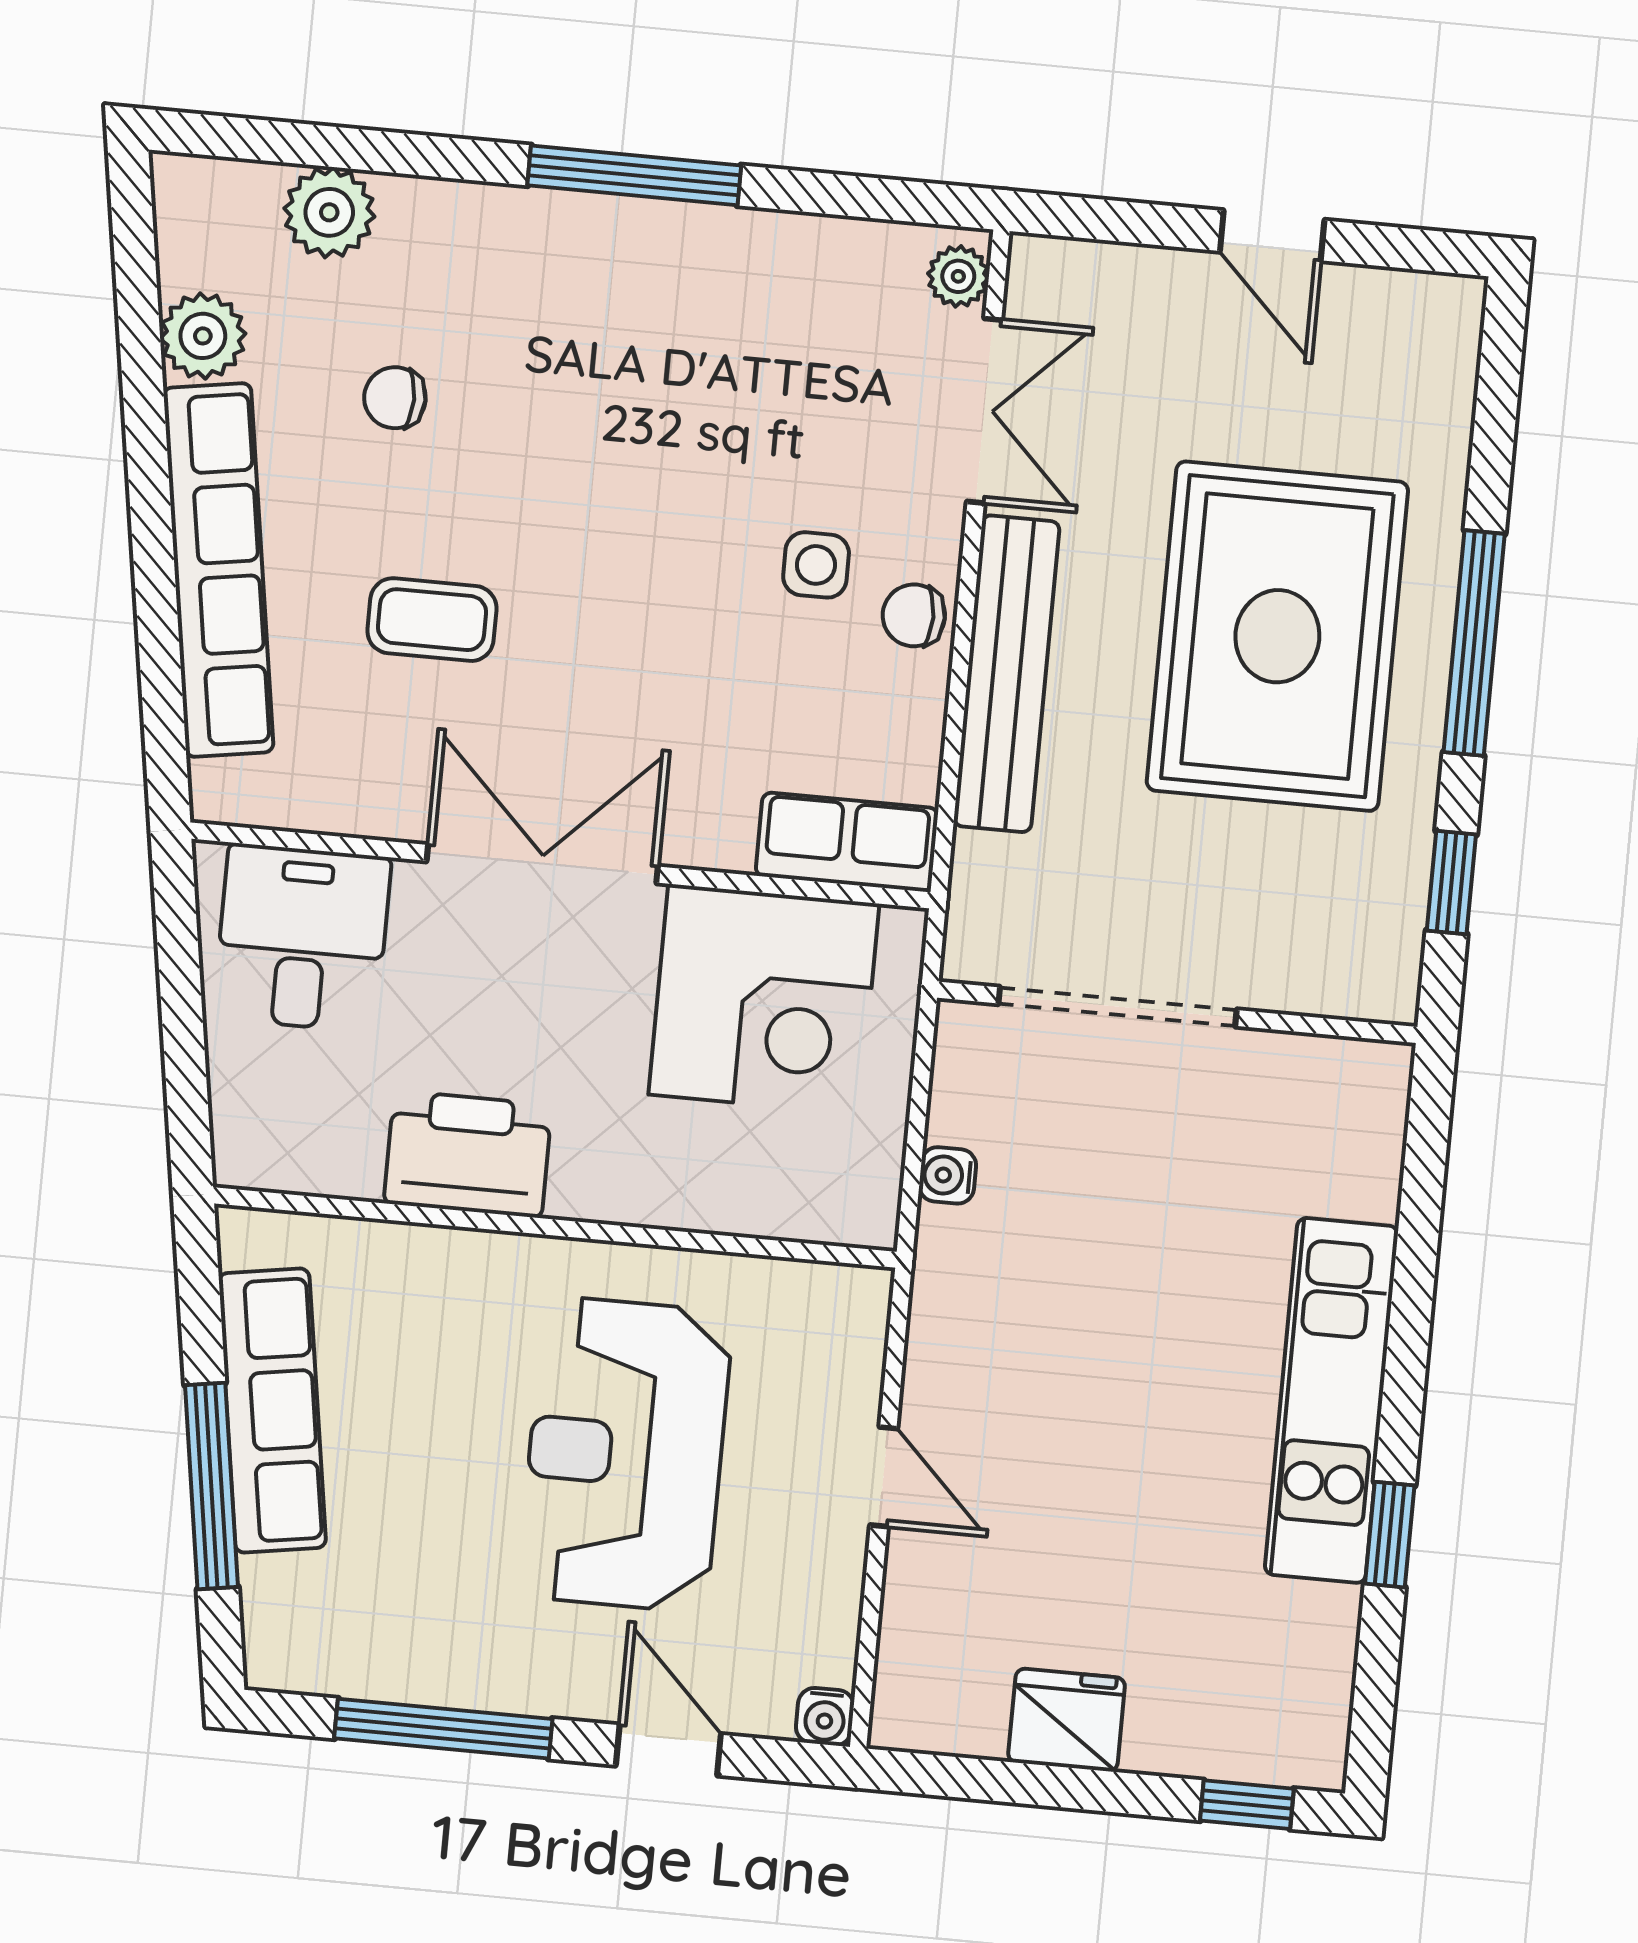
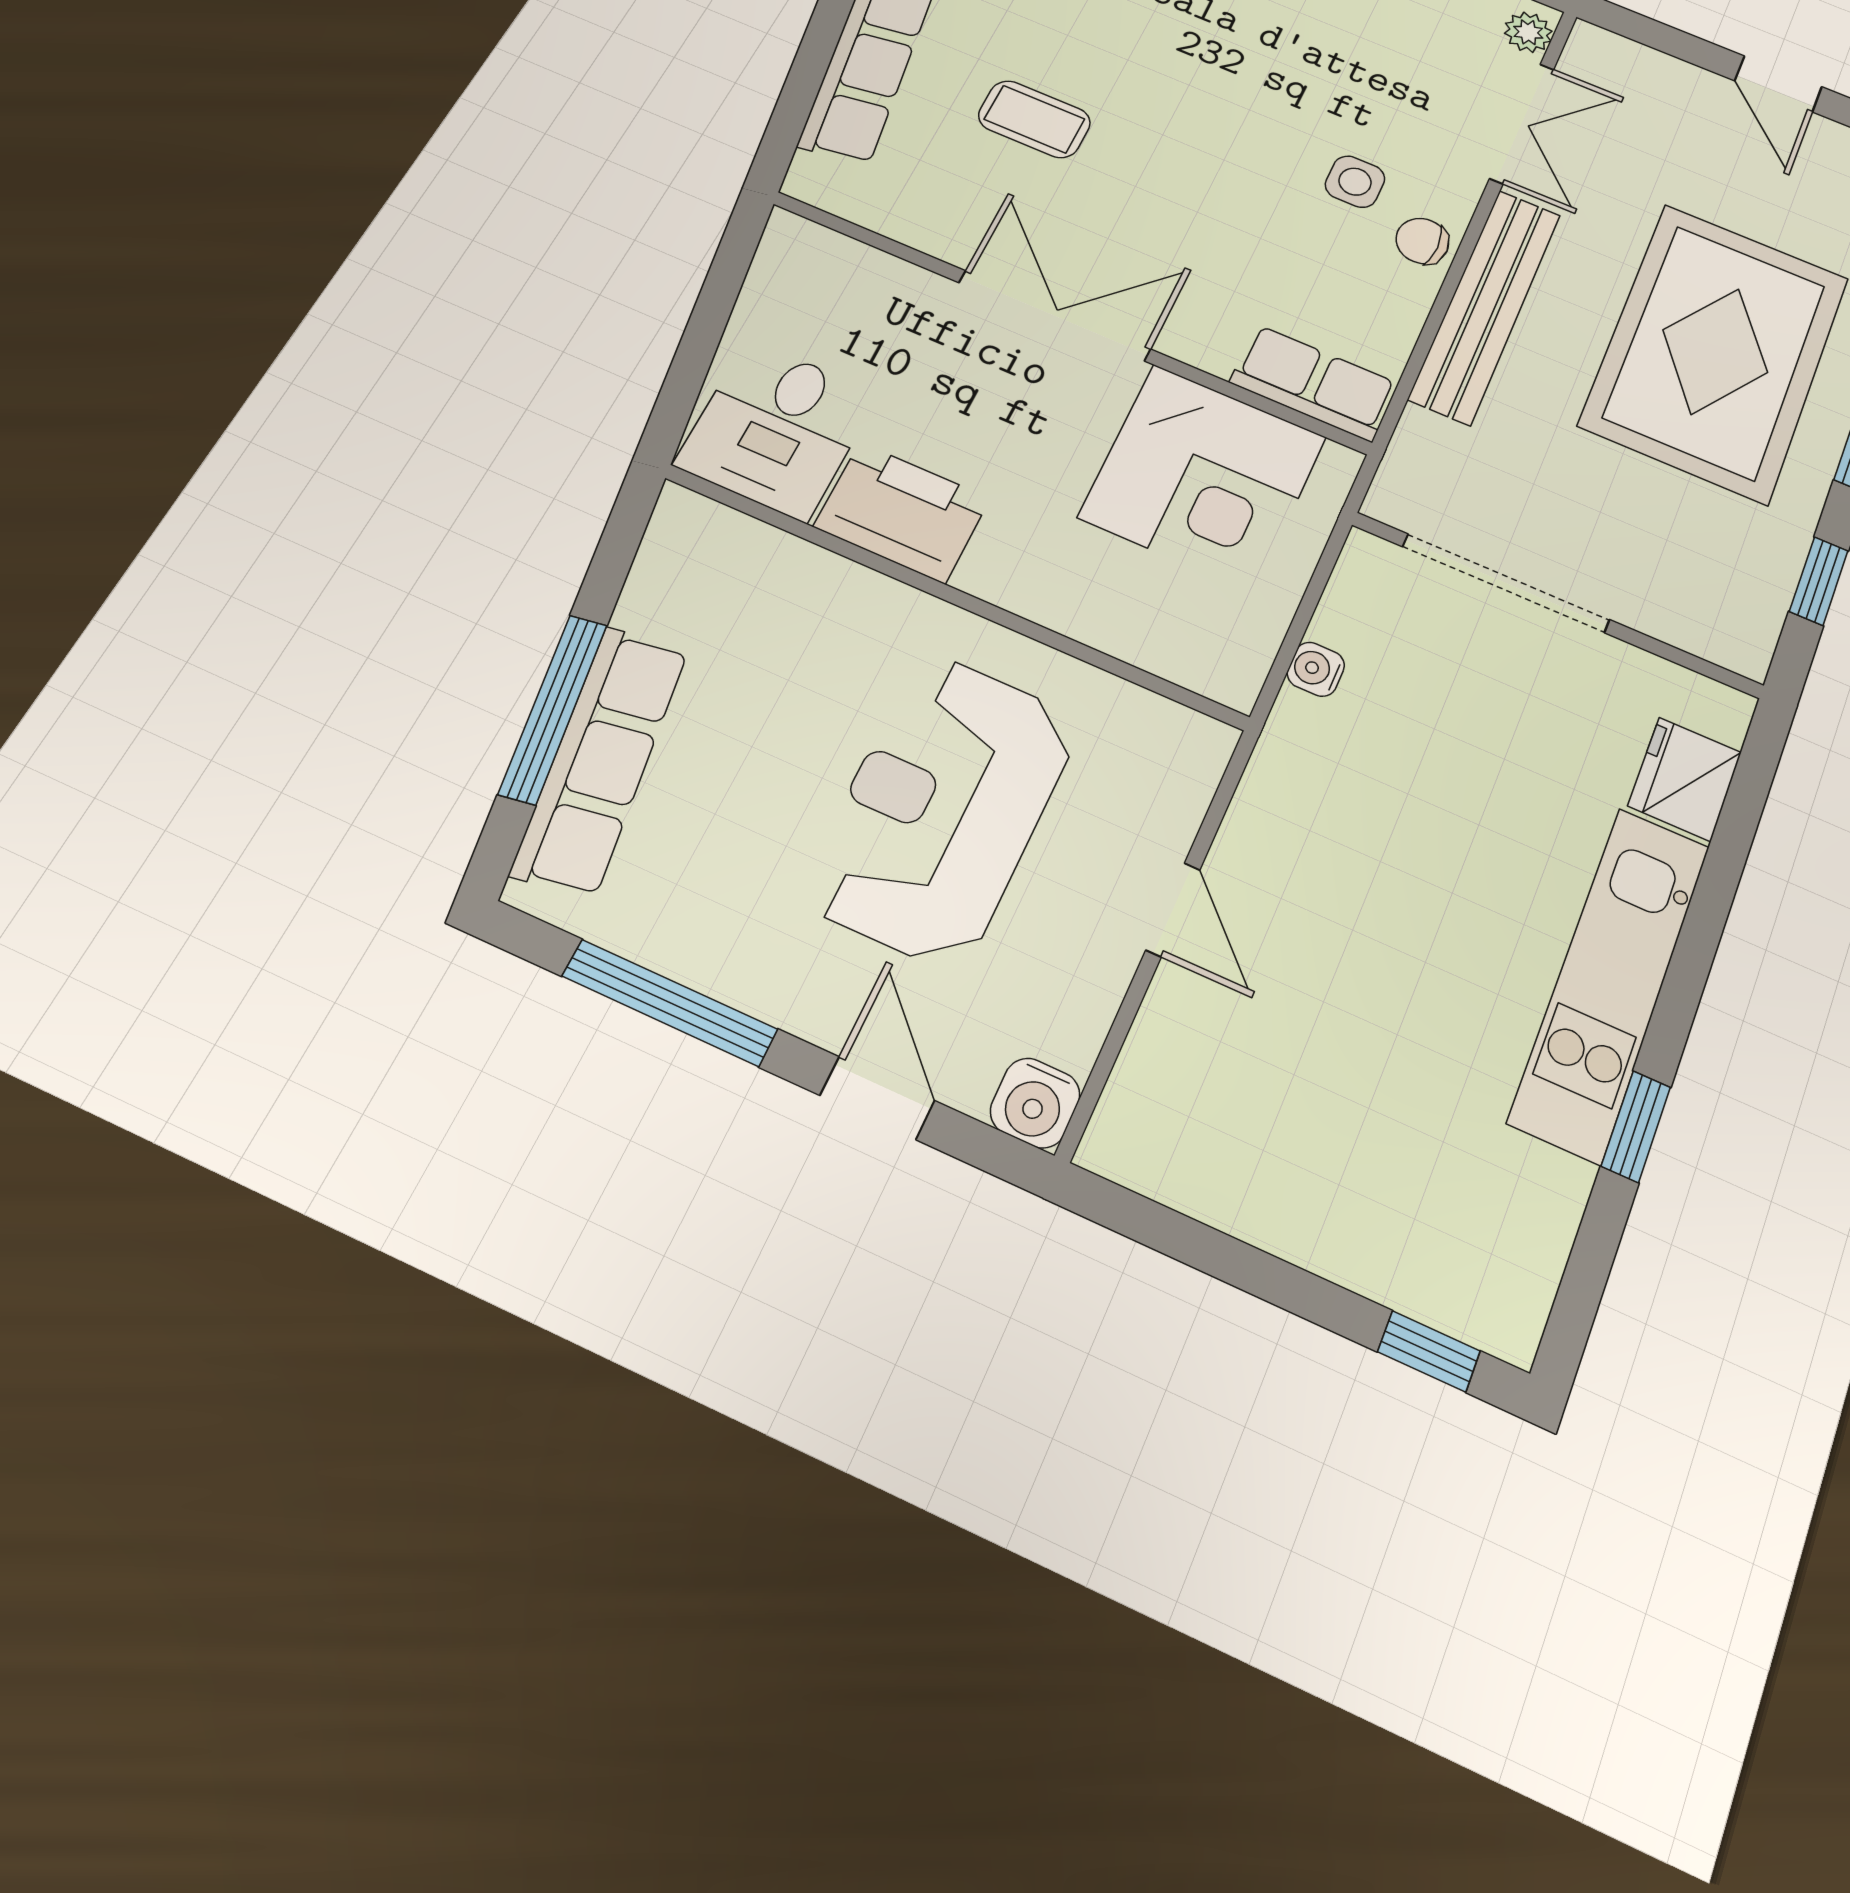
desk: (302, 938) -> (777, 429), moved, turned 180
row of seats: (272, 1411) -> (601, 760), moved
water cooler: (825, 1717) -> (1035, 1103), width x1.38, depth x1.38
fridge: (1067, 1720) -> (1685, 779), moved, turned -90

